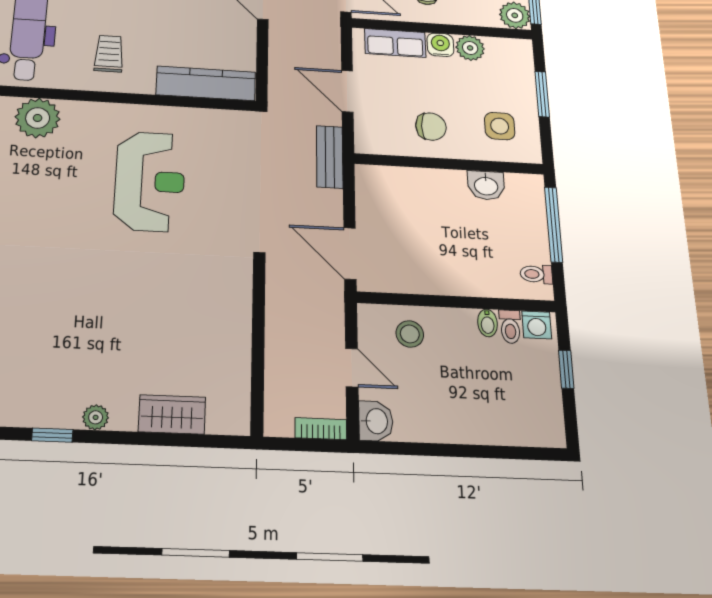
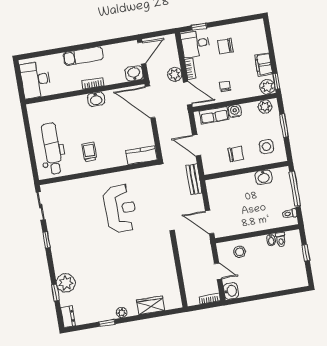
plant: (470, 48) -> (265, 107), moved
kitchen counter: (206, 83) -> (141, 155), width x0.67
plant: (38, 118) -> (67, 190), removed
washing machine: (537, 325) -> (292, 236), removed

